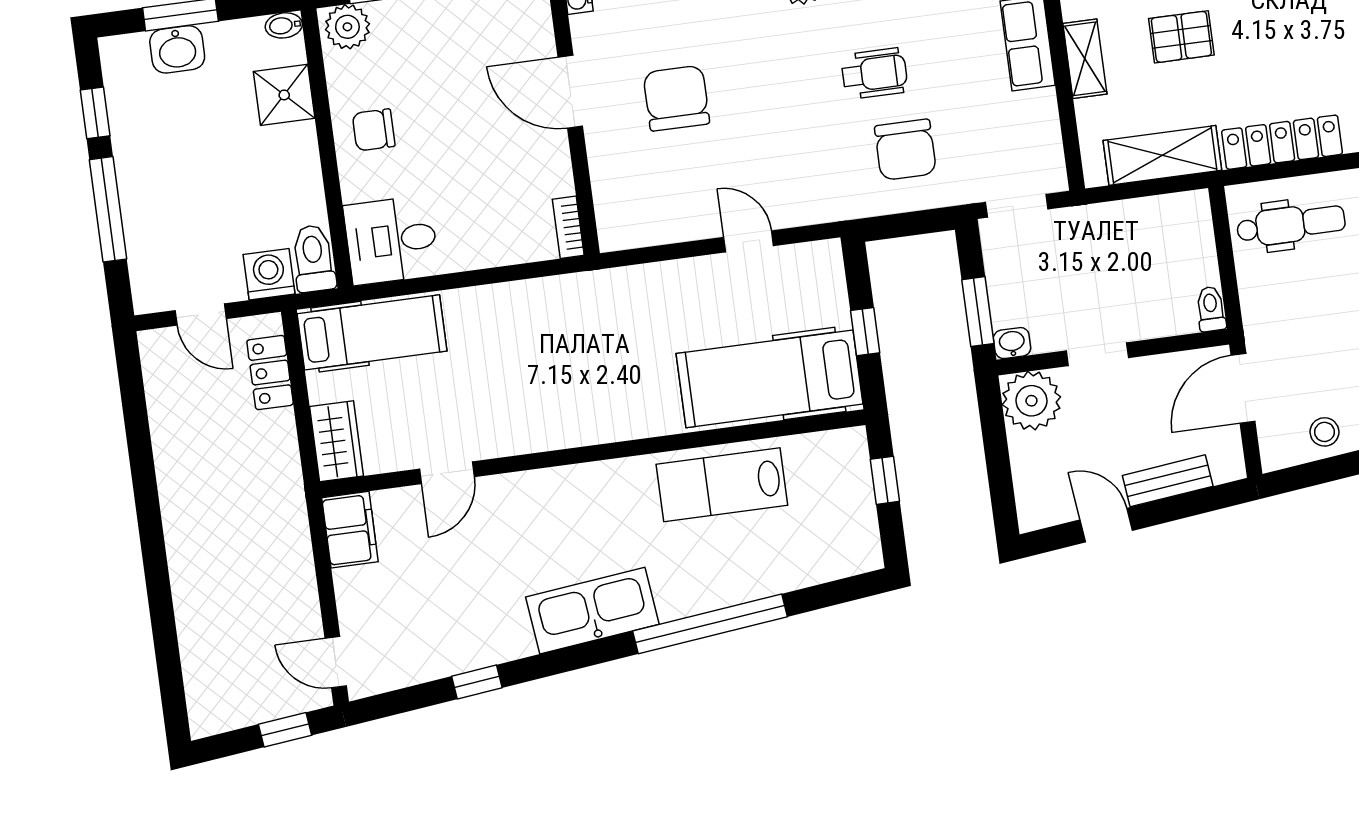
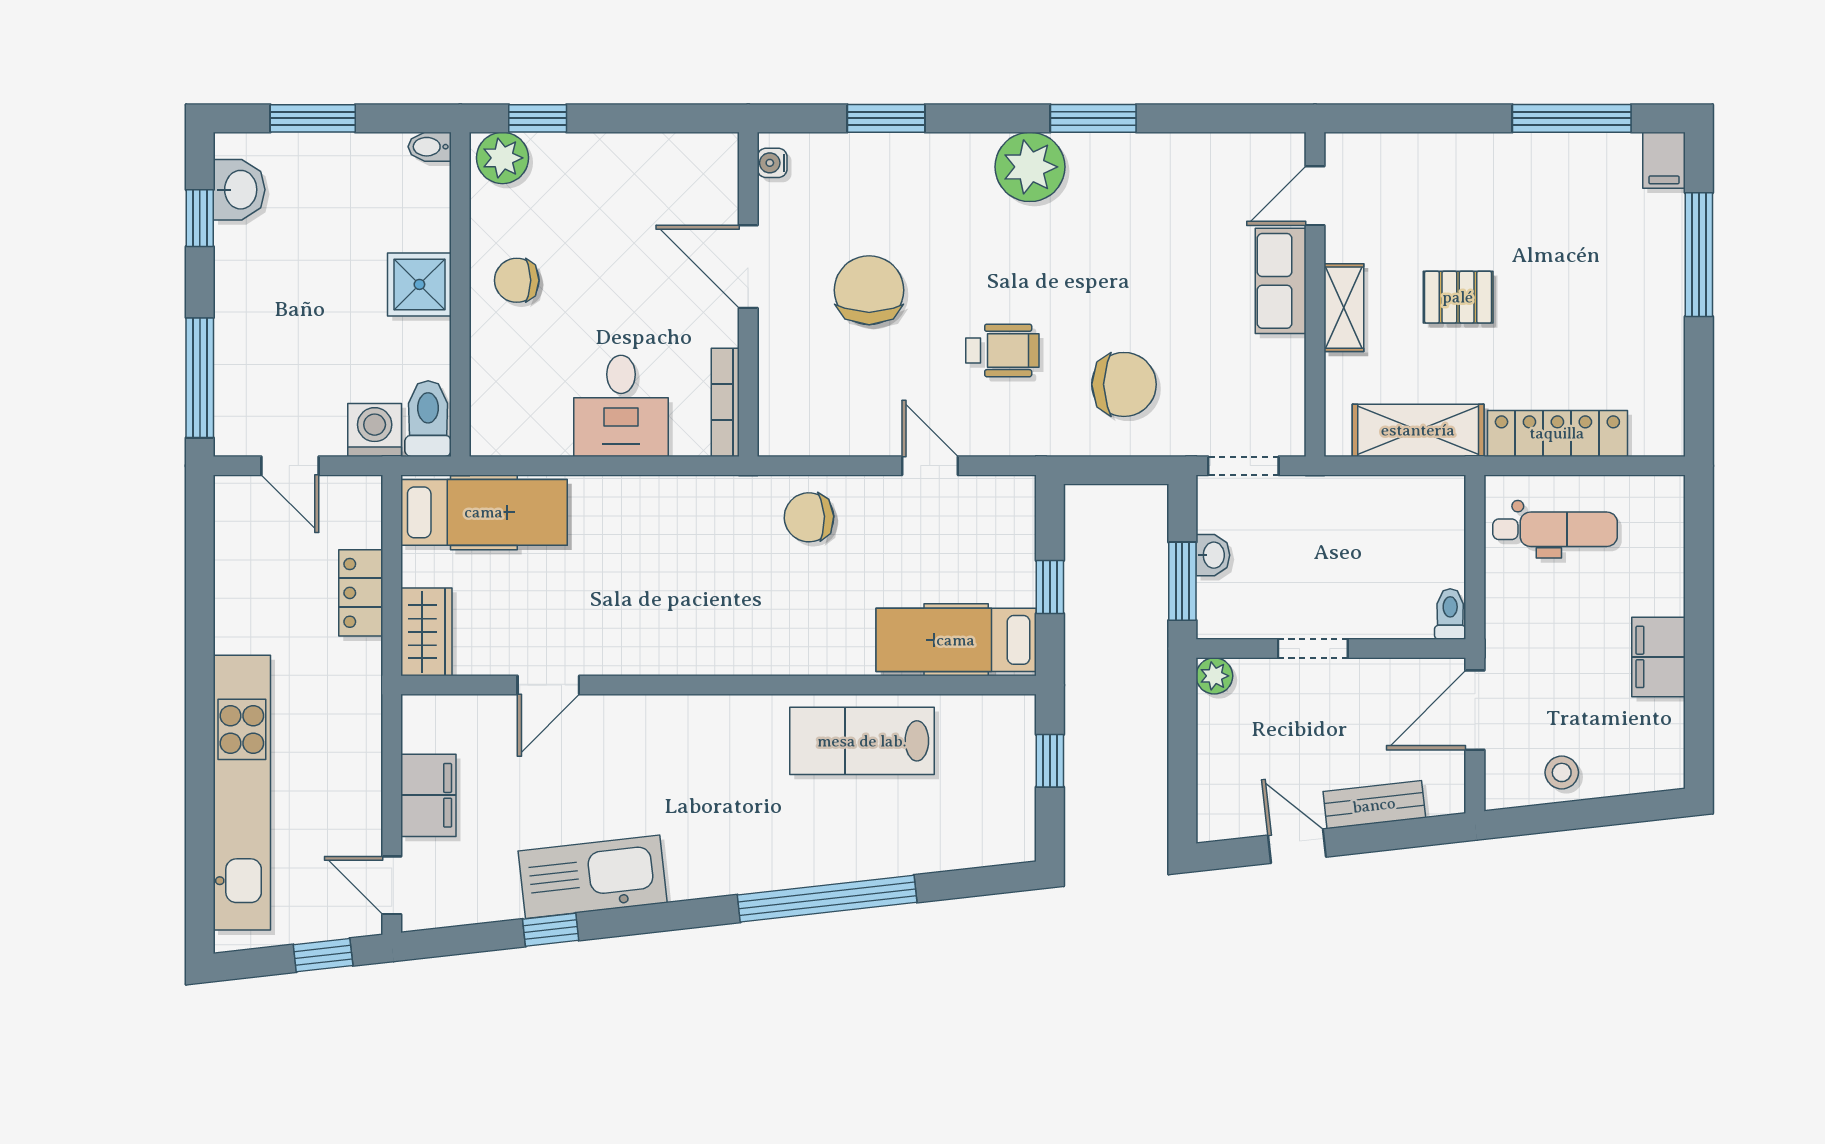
washbasin: (177, 49) -> (239, 190), moved, turned -90
wheelchair: (874, 73) -> (1002, 350), moved
shower: (284, 95) -> (419, 284), moved
chair: (905, 150) -> (1124, 384), turned -90
window: (108, 209) -> (200, 378), moved
bookcase: (568, 227) -> (725, 402), width x1.56
desk: (391, 240) -> (621, 406), moved, turned -90
chair: (651, 299) -> (809, 517), added
washbasin: (1012, 343) -> (1213, 555), moved, turned 90
locker: (270, 373) -> (361, 593), moved
hospital bed: (770, 379) -> (956, 640), width x0.73, depth x0.77
plant: (1031, 401) -> (1214, 676), width x0.53, depth x0.53
filing cabinet: (350, 530) -> (428, 795), moved
kitchen unit: (197, 600) -> (242, 793), added
kitchen sink: (592, 611) -> (593, 877), moved

